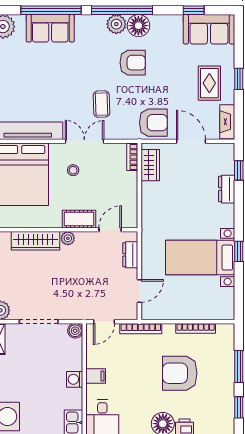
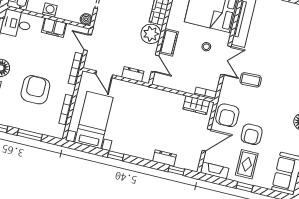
armchair: (133, 63) -> (252, 134), moved
rug: (209, 83) -> (247, 164), turned 90
plant: (68, 238) -> (151, 34), width x1.87, depth x1.87
bed with nightstands: (200, 258) -> (94, 120), moved
filing cabinet: (96, 376) -> (54, 28), width x2.00

